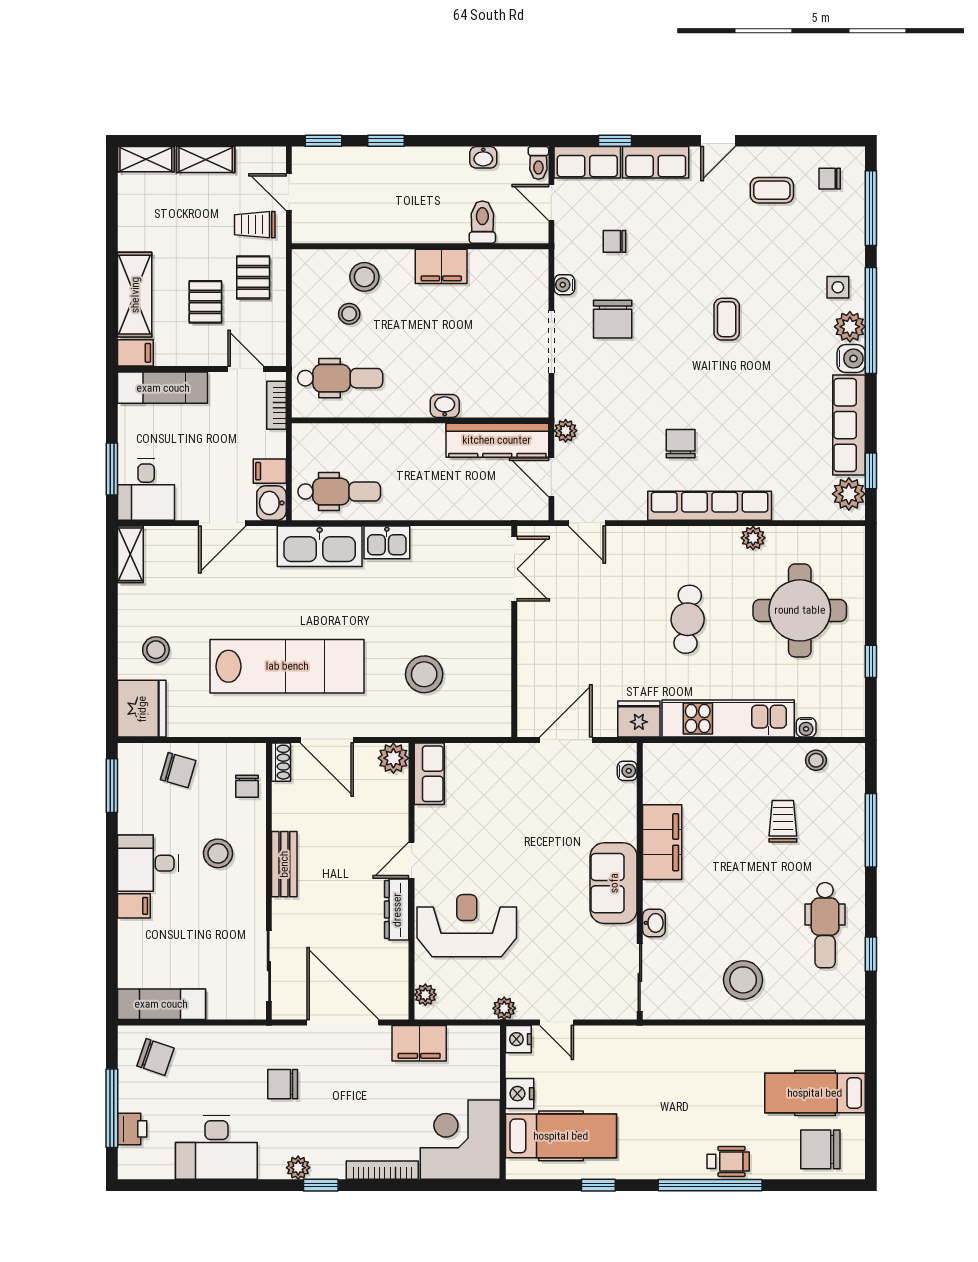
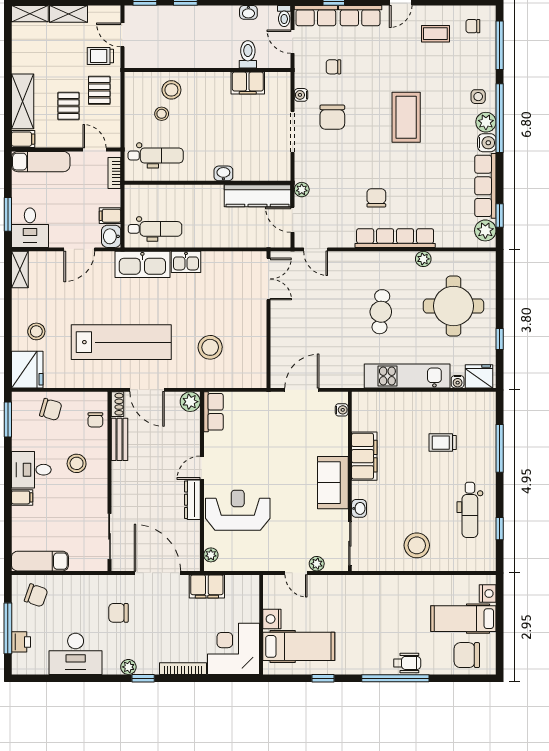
filing cabinet: (441, 266) -> (248, 83), moved
coffee table: (727, 319) -> (406, 117), width x1.86, depth x1.72
fridge: (639, 719) -> (479, 376), moved
stool: (816, 760) -> (464, 403), removed
trolley: (783, 821) -> (443, 443), turned -90
bench: (284, 864) -> (120, 439), moved
plant: (504, 1008) -> (317, 564), moved
nightstand: (518, 1039) -> (488, 593), moved, turned 180

